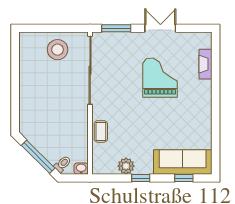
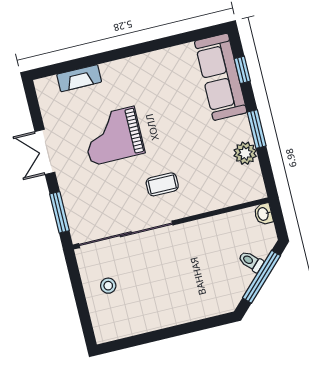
stool: (58, 50) -> (108, 286), width x0.53, depth x0.53
coffee table: (101, 131) -> (162, 184), moved
toilet: (62, 164) -> (251, 261), moved
window: (141, 178) -> (257, 129), width x1.50

